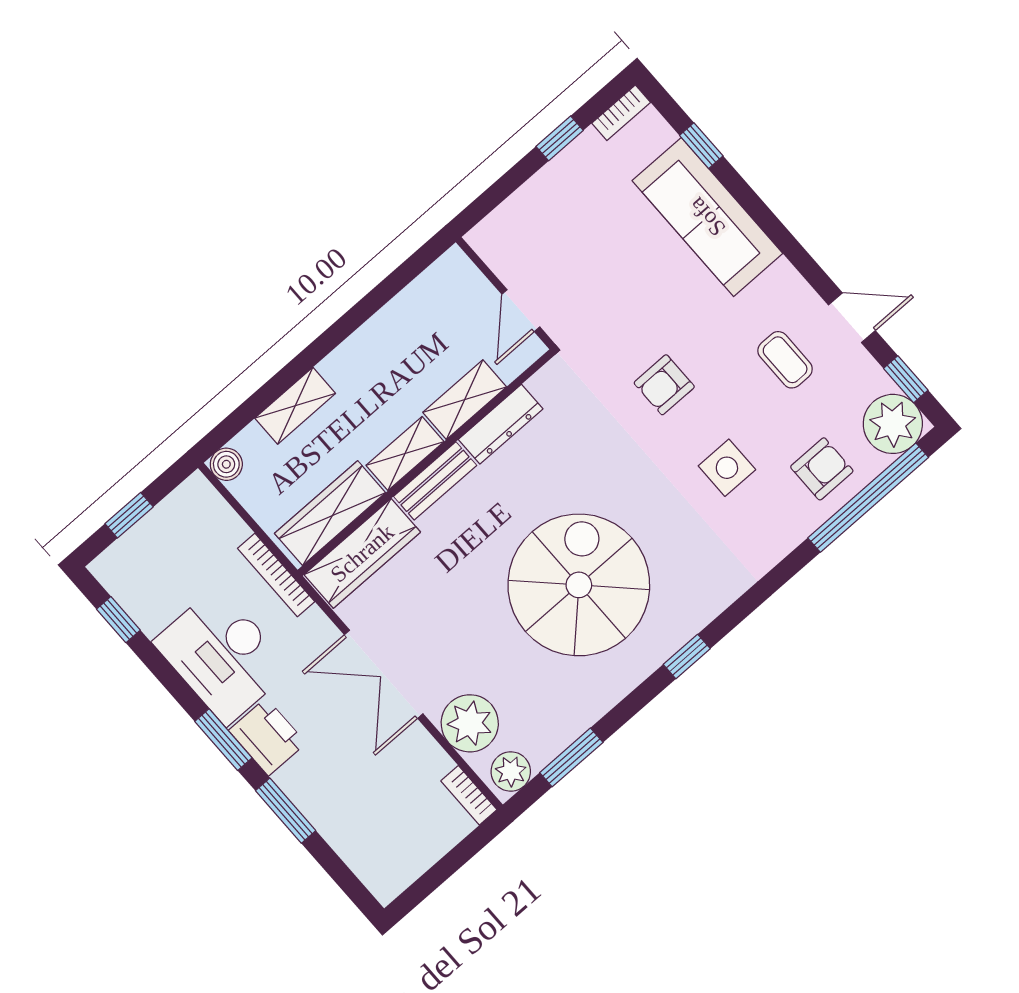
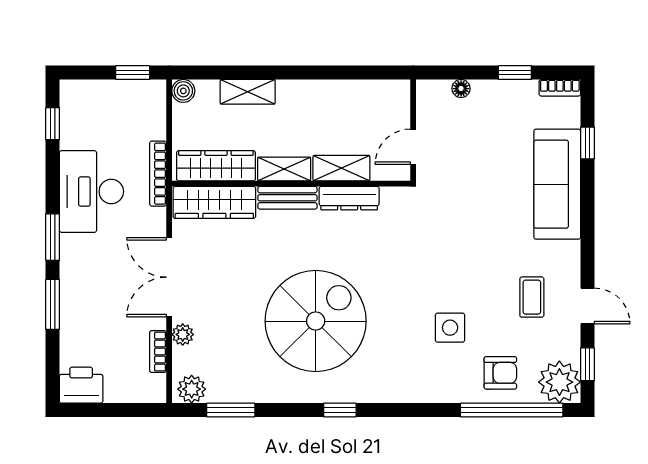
floor lamp: (517, 205) -> (461, 89), added
armchair: (664, 385) -> (455, 254), removed
window: (129, 515) -> (133, 73), moved
plant: (470, 723) -> (183, 334), width x0.53, depth x0.53
printer: (267, 737) -> (81, 385), moved, turned -90
bookcase: (469, 795) -> (158, 352), moved

